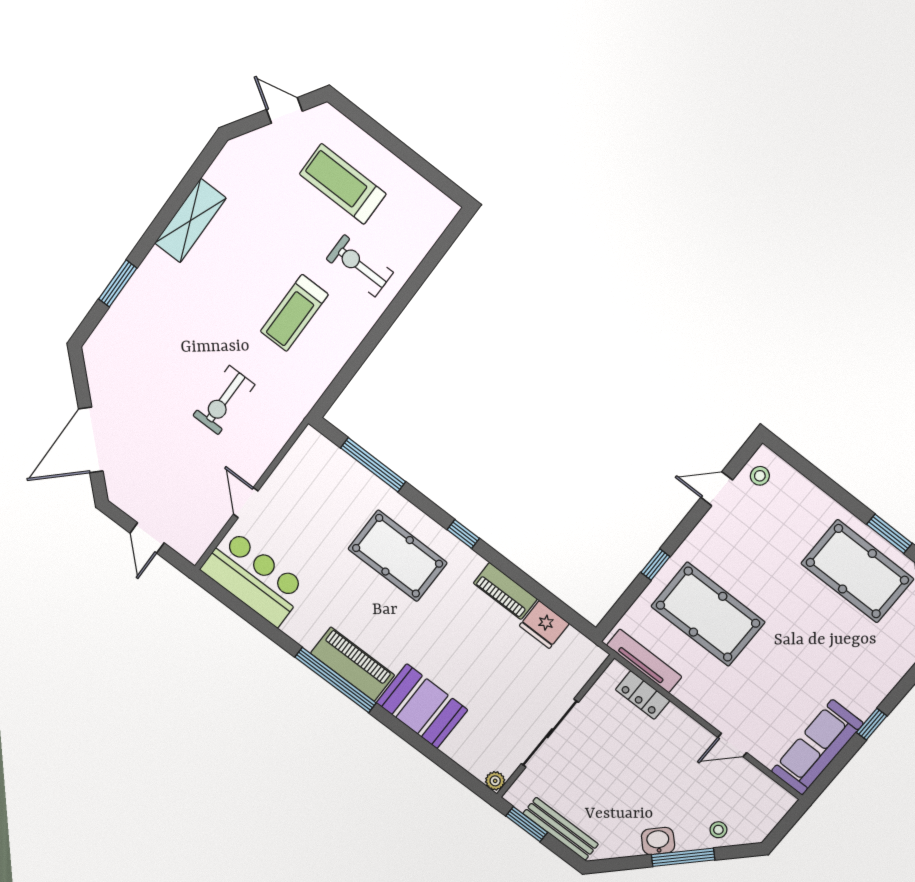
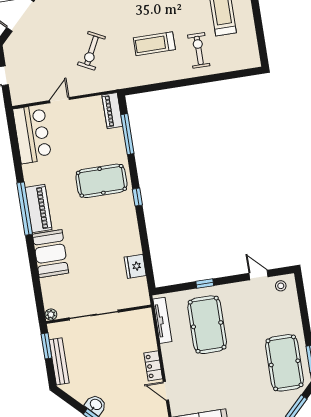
exercise bike: (224, 400) -> (91, 51), turned -63
pool table: (398, 556) -> (101, 181), turned 90
piano: (505, 591) -> (112, 111), moved
locker: (643, 695) -> (153, 366), moved

